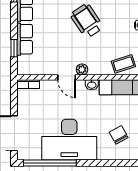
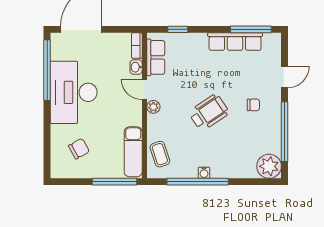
row of seats: (25, 39) -> (156, 57), moved, turned -90
door: (67, 77) -> (144, 89), hinge flipped
washbasin: (92, 85) -> (136, 67), moved

